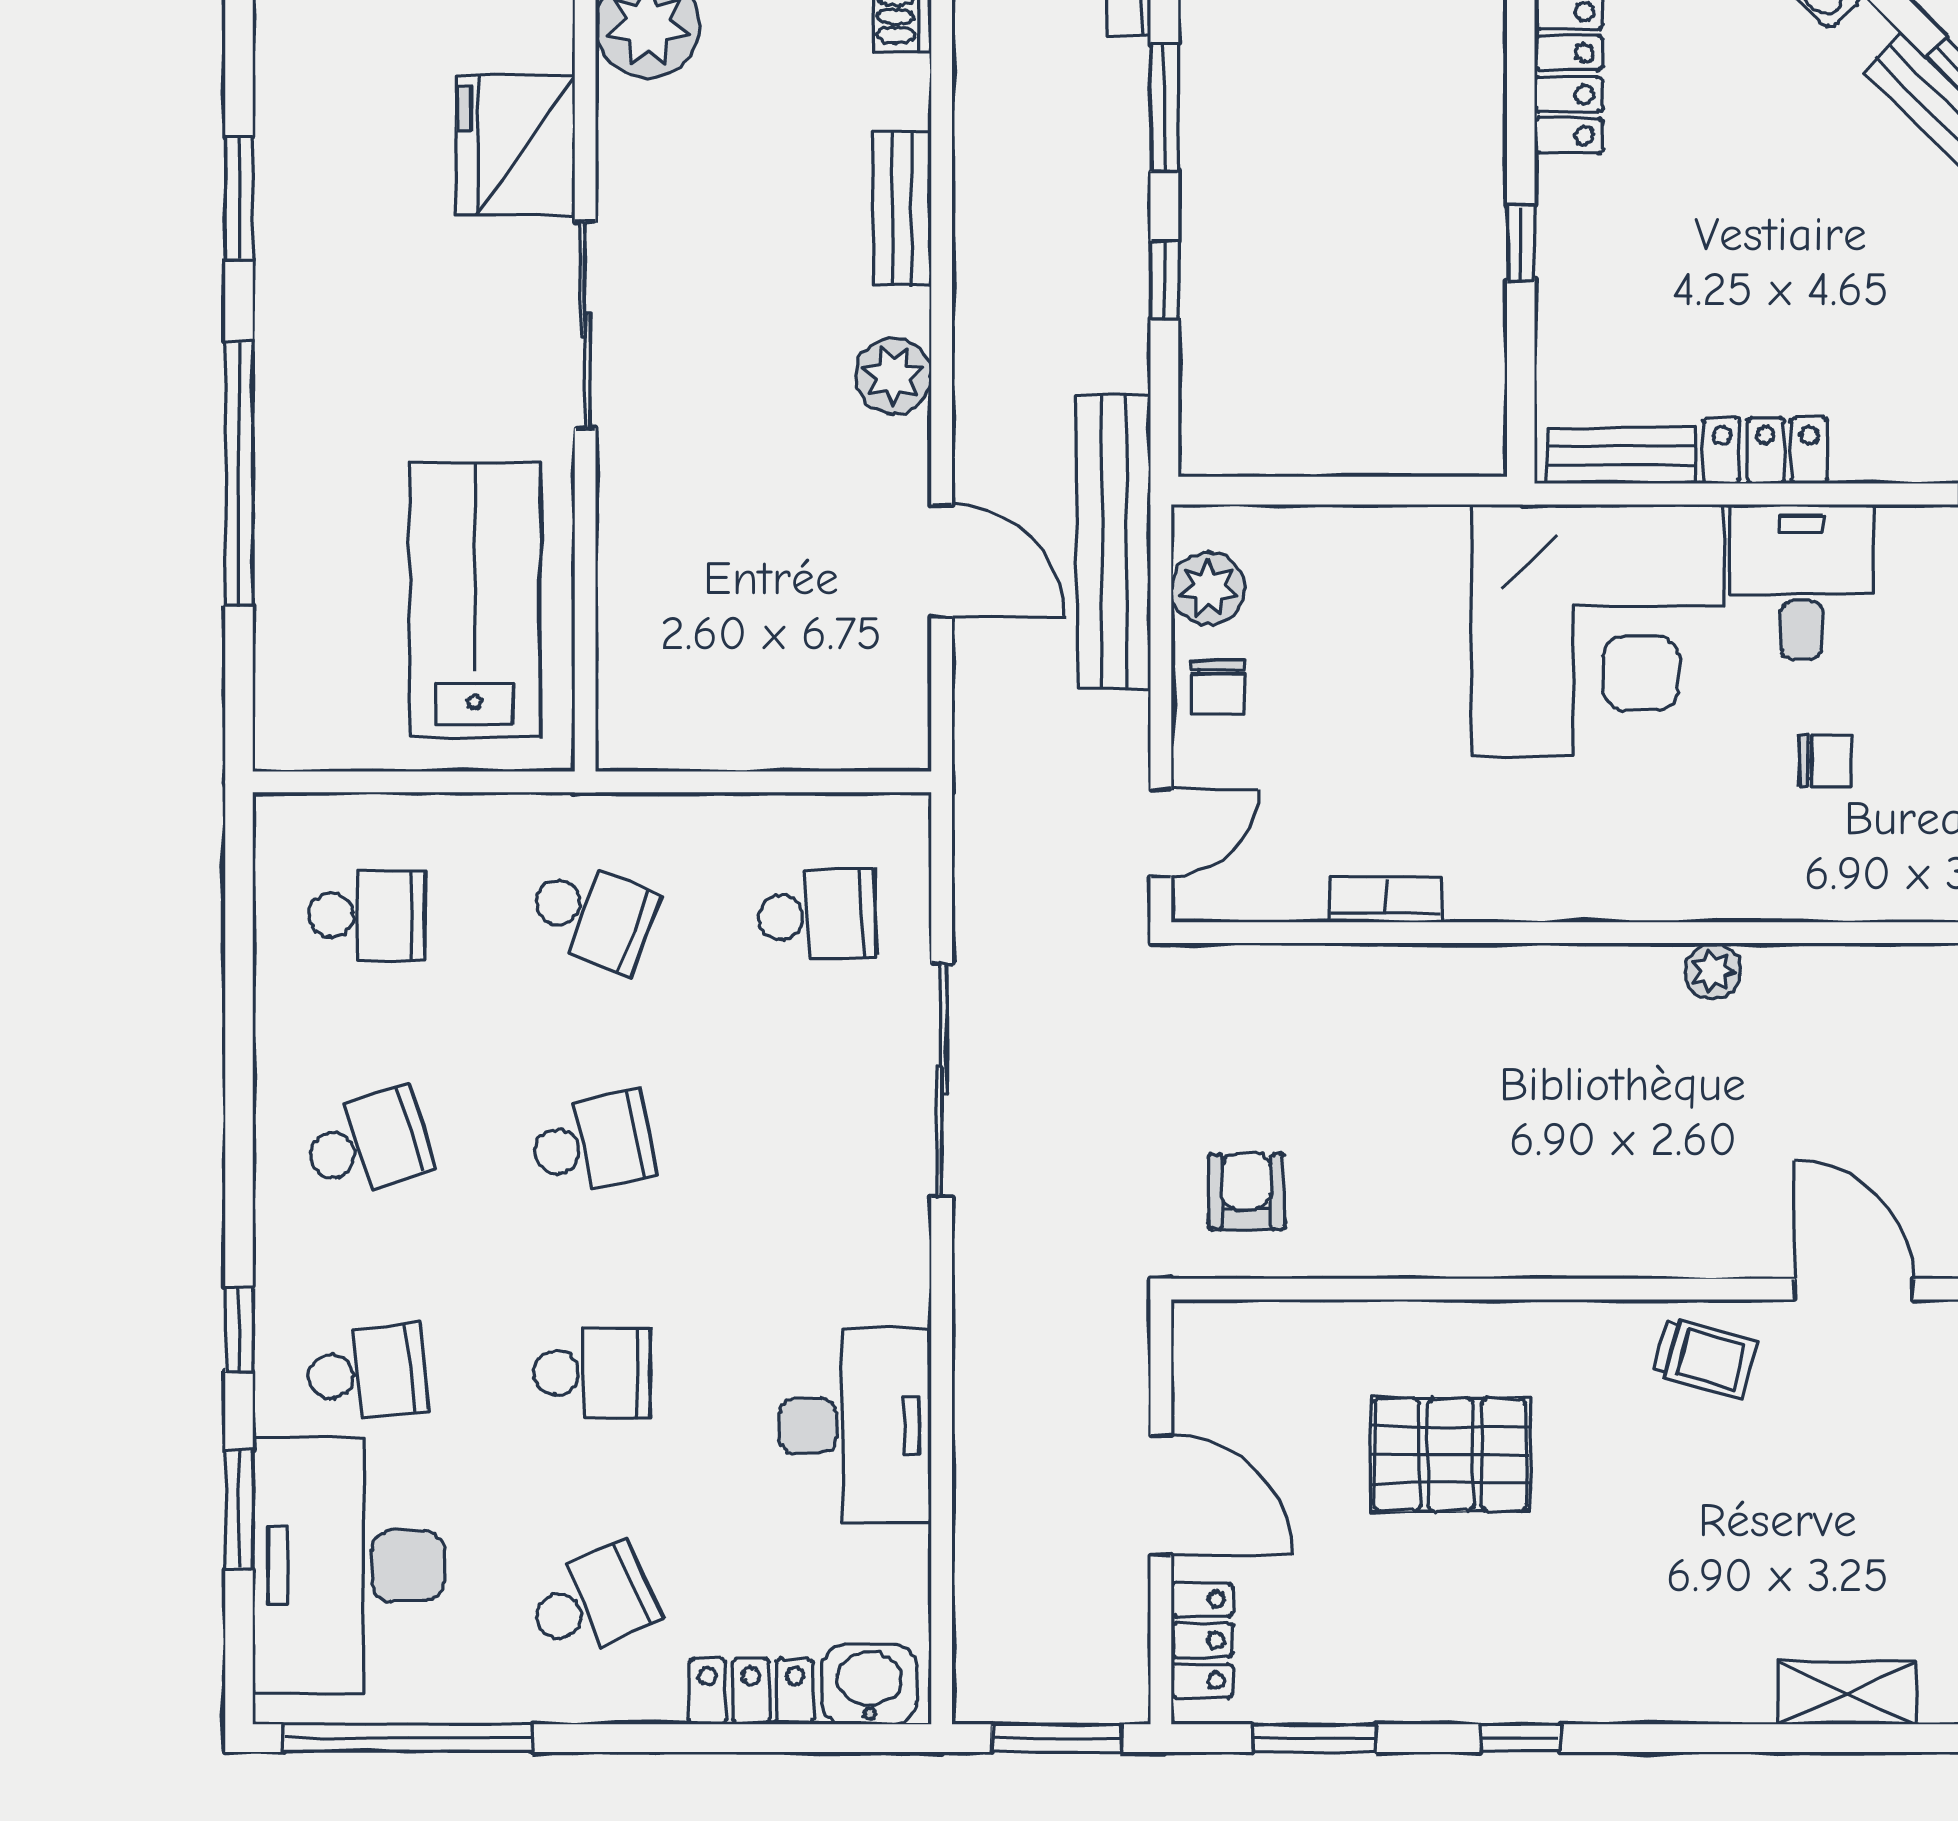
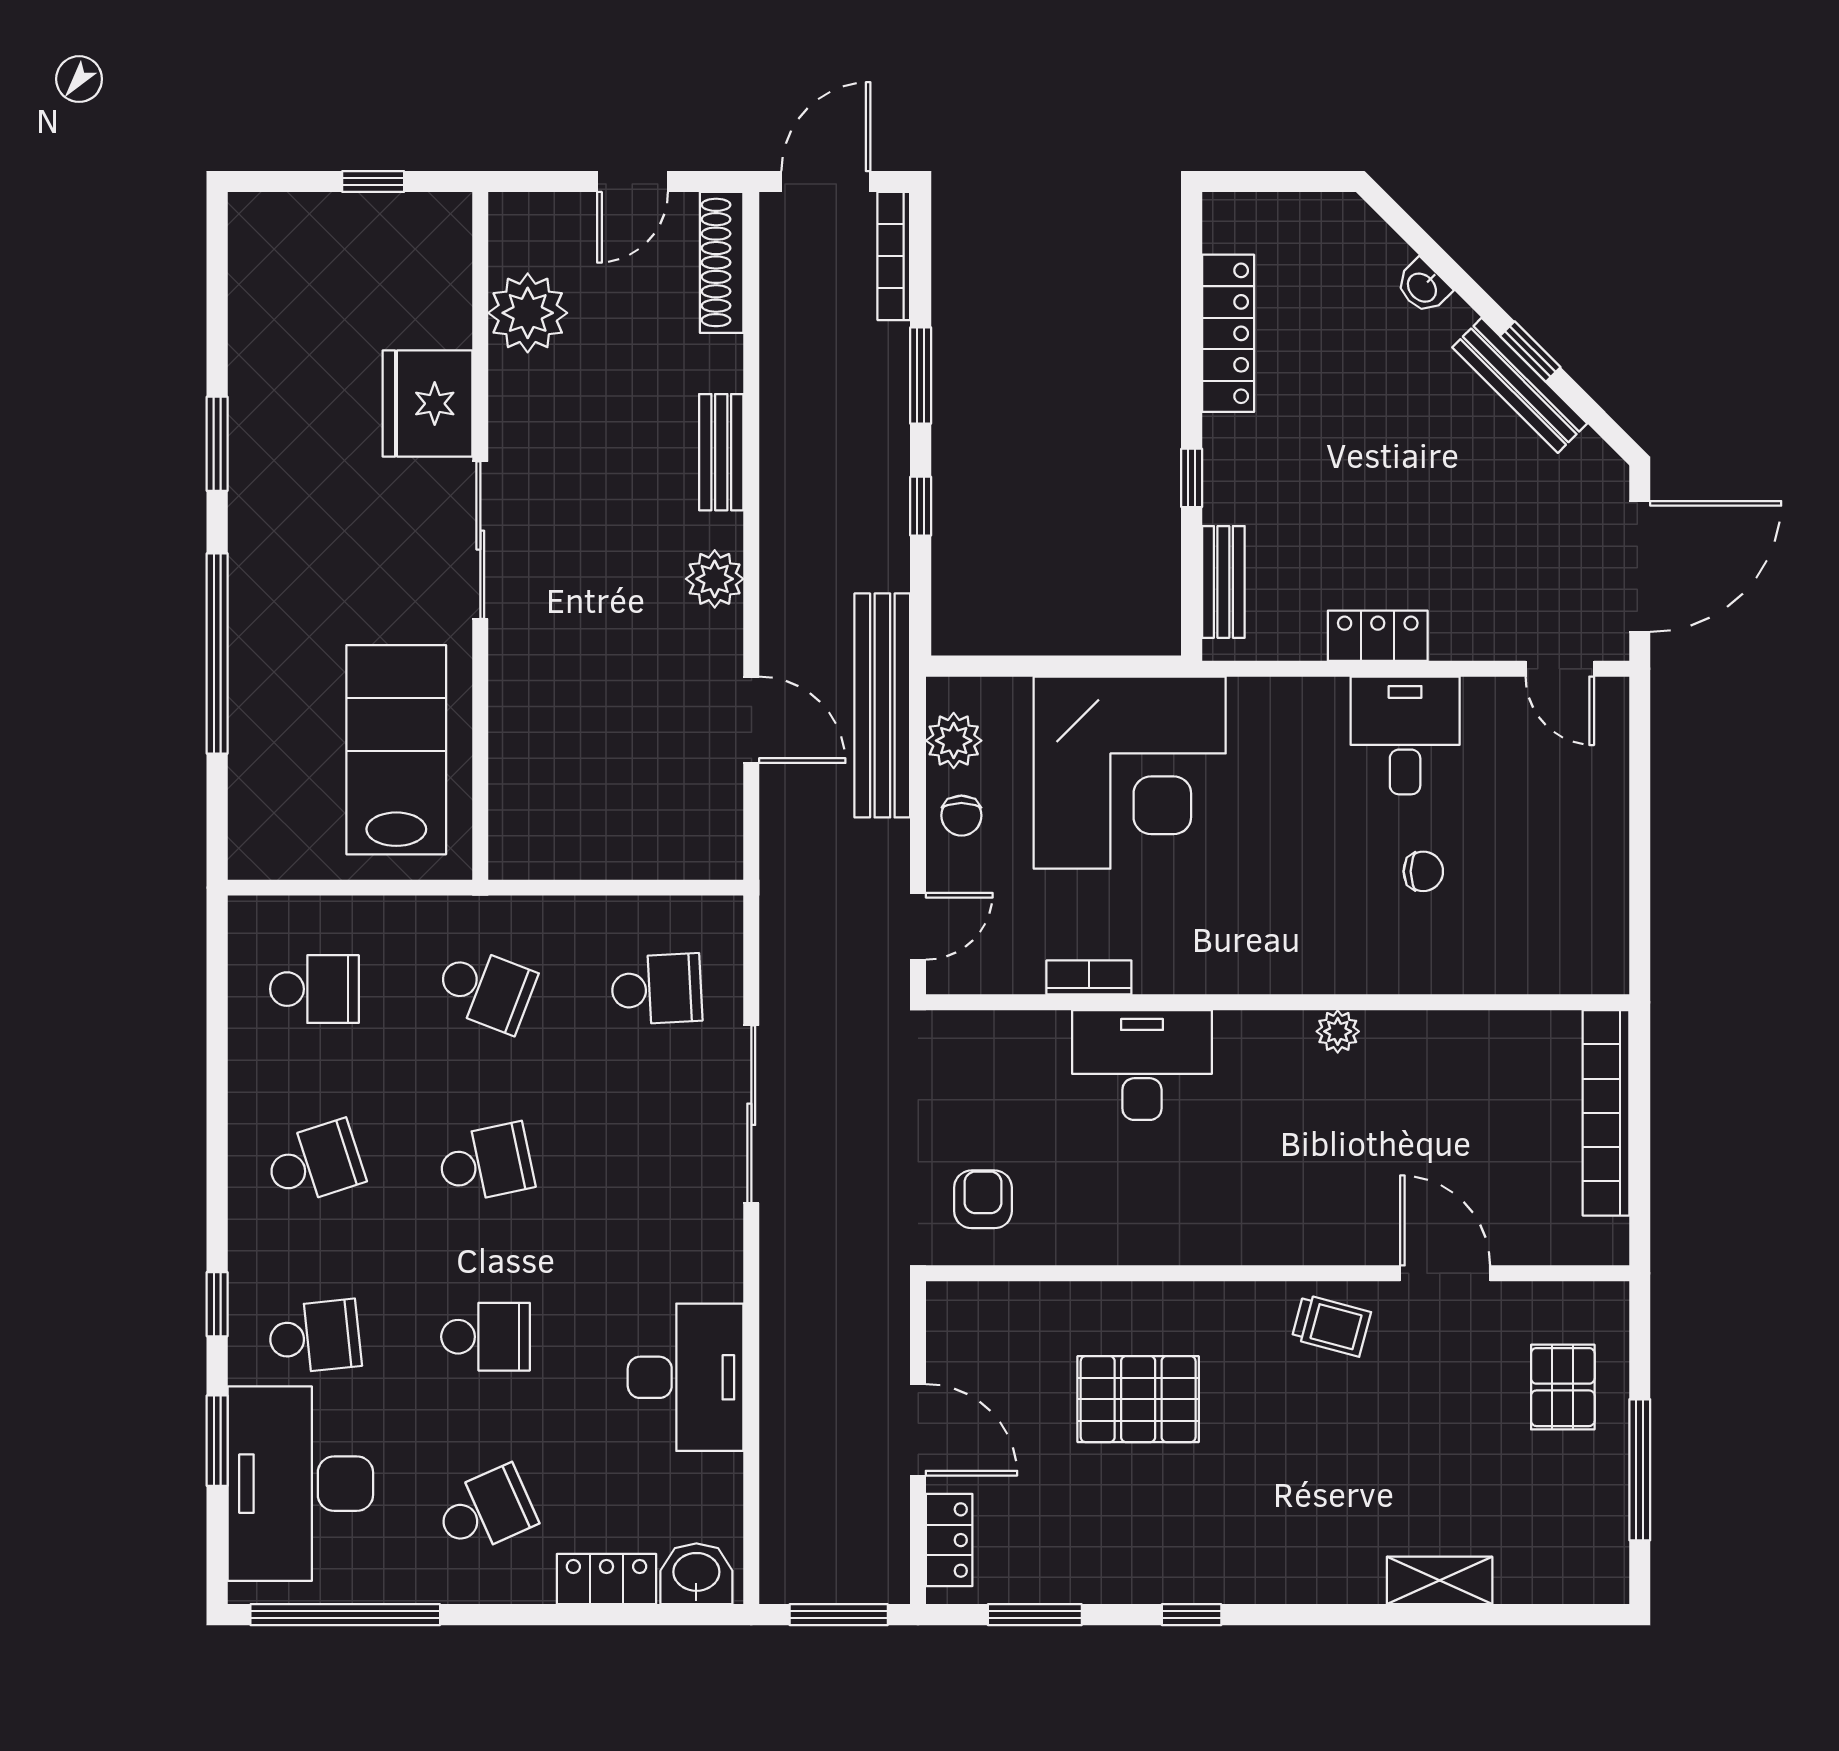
bench: (1621, 456) -> (1223, 582), moved, turned 90
corner desk: (1598, 631) -> (1130, 773), moved
desk: (1455, 1015) -> (1142, 1065), added

